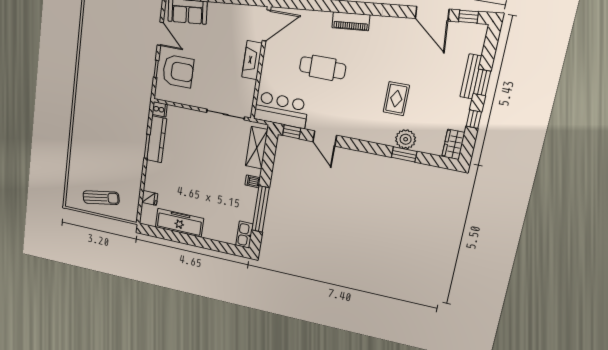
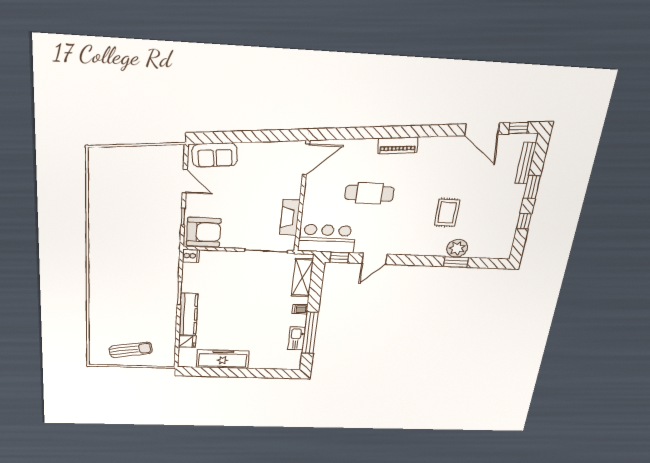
fireplace: (252, 60) -> (290, 217), moved
armchair: (178, 71) -> (204, 232), moved
bench: (471, 76) -> (526, 163), moved
door: (325, 138) -> (375, 259), hinge flipped
kitchen counter: (157, 139) -> (188, 314), moved
wardrobe: (453, 144) -> (504, 246), removed
kitchen sink: (244, 235) -> (297, 338), moved

